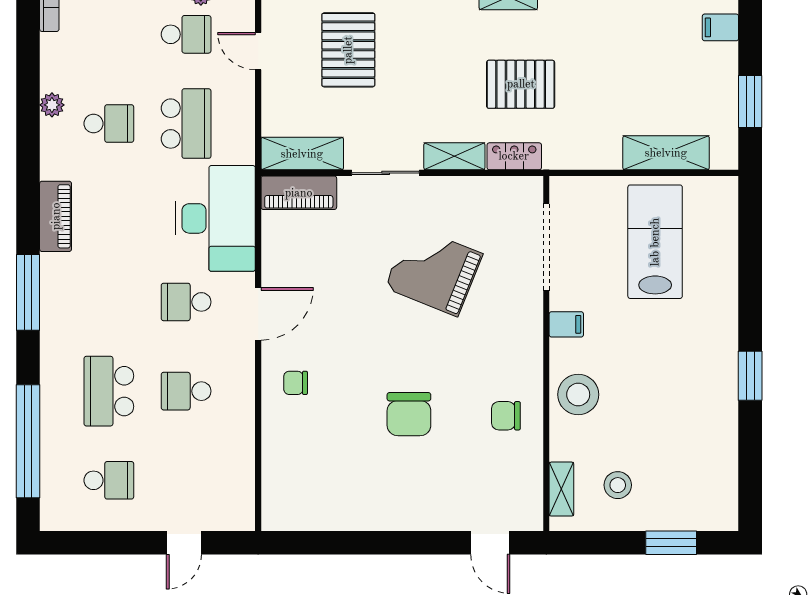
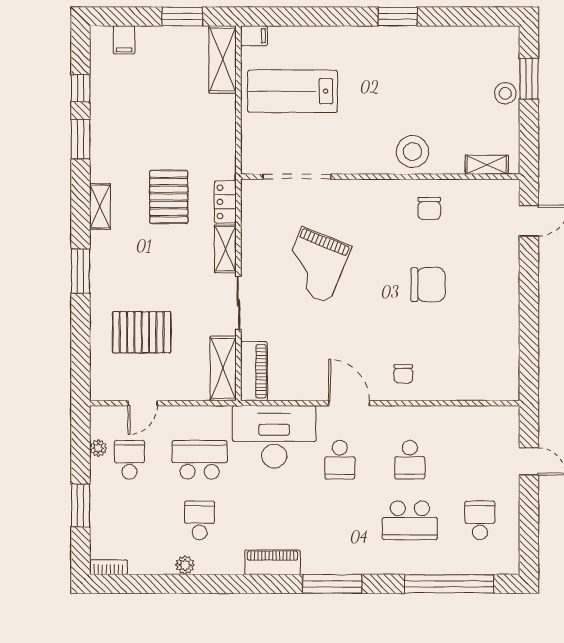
shelving: (666, 153) -> (223, 60), moved
filing cabinet: (566, 324) -> (254, 36), moved, turned 90
stool: (618, 485) -> (505, 93), moved

